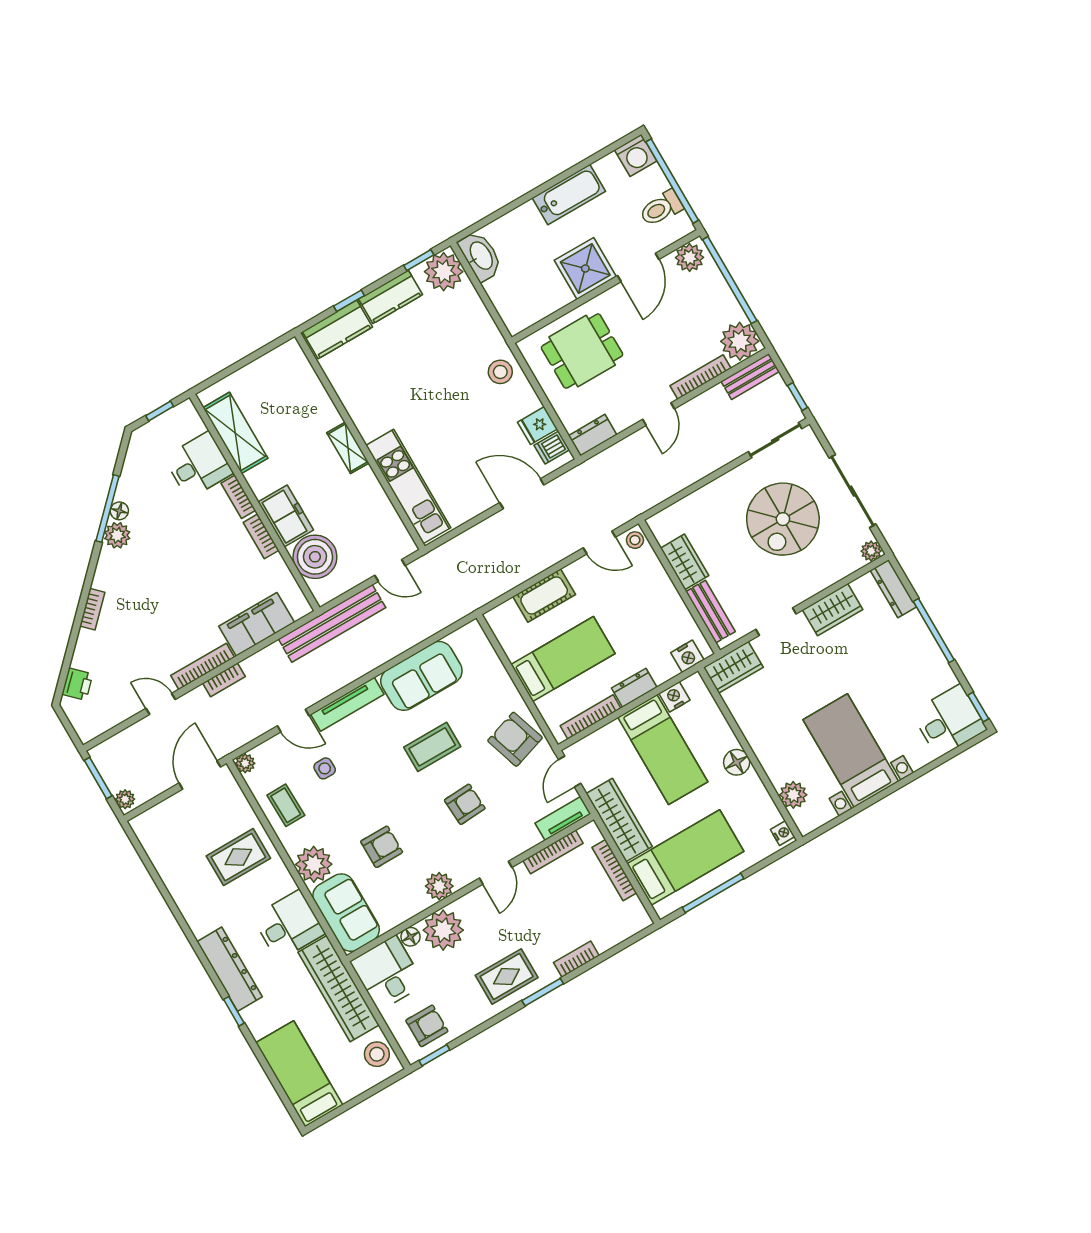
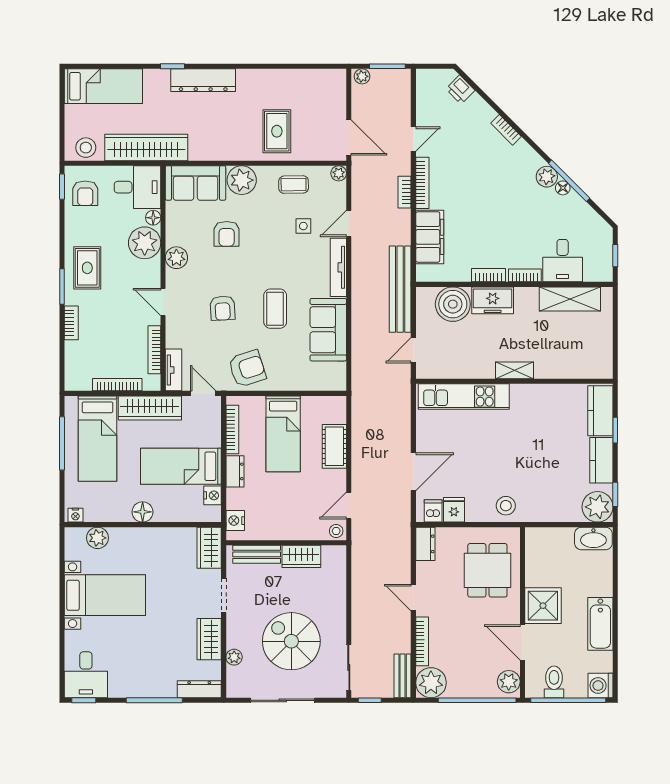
plant: (871, 551) -> (234, 657), moved
desk: (289, 925) -> (210, 139), removed

